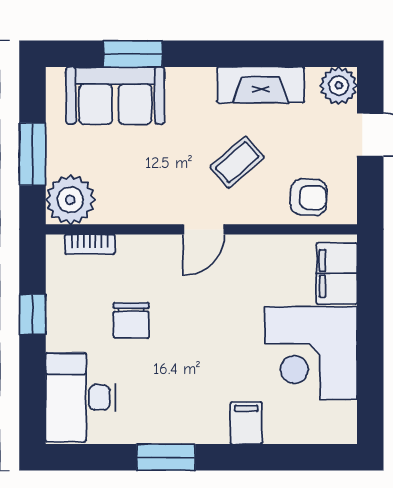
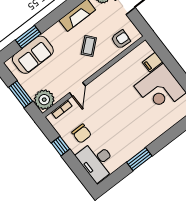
door: (204, 229) -> (77, 89), moved
filing cabinet: (337, 273) -> (153, 62), width x0.50
chair: (131, 320) -> (82, 134), moved
filing cabinet: (246, 423) -> (157, 128), removed

